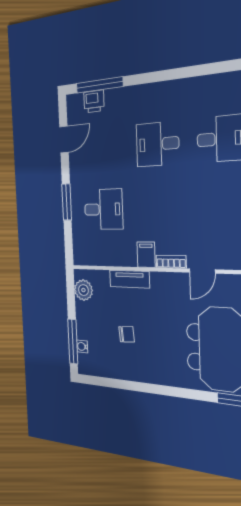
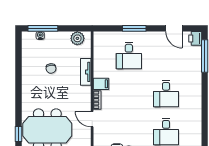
printer: (94, 101) -> (195, 38), moved
desk: (158, 144) -> (166, 94), turned 180

